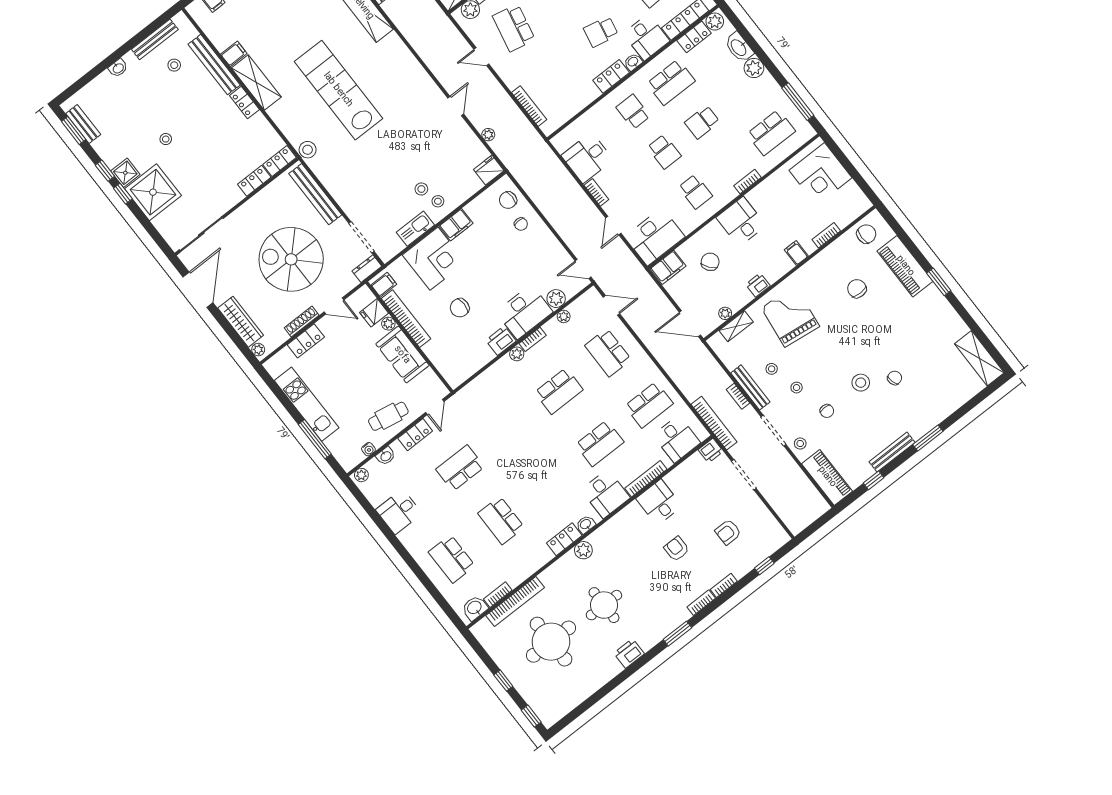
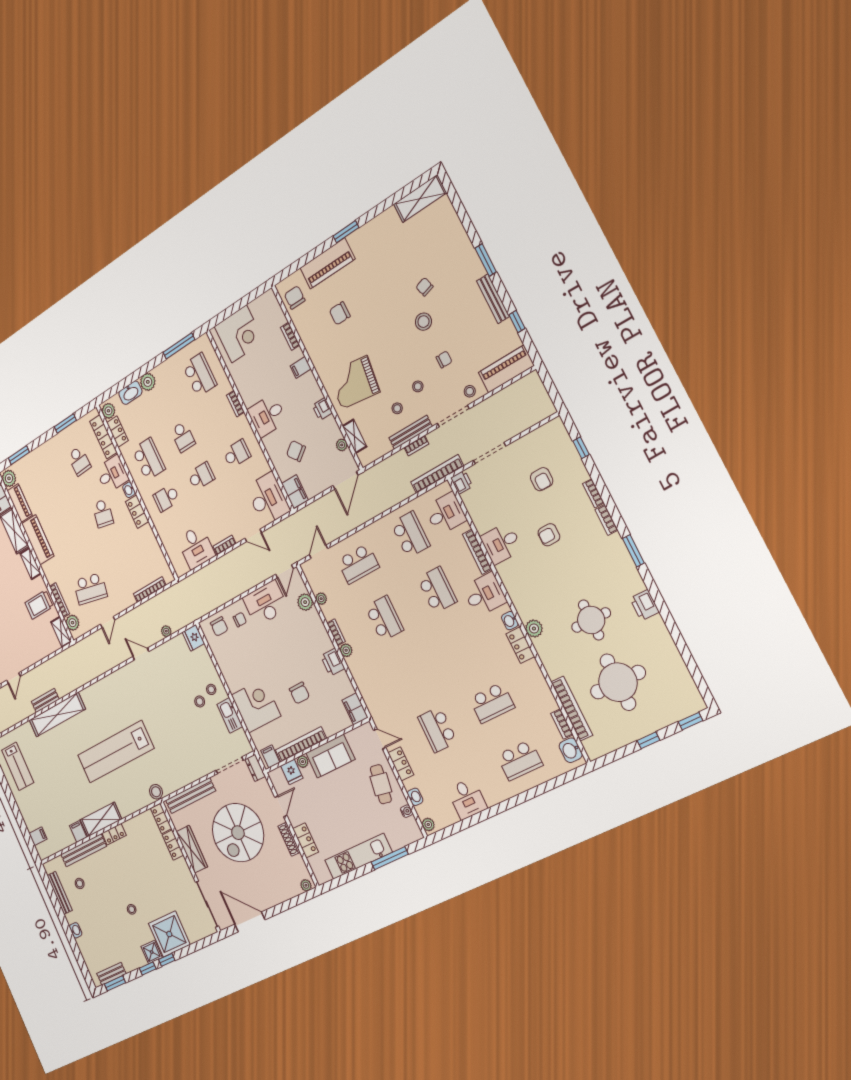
filing cabinet: (456, 225) -> (355, 709), moved, turned 180
desk: (524, 312) -> (266, 603), moved, turned -90
wardrobe: (241, 322) -> (192, 849), moved, turned 90

